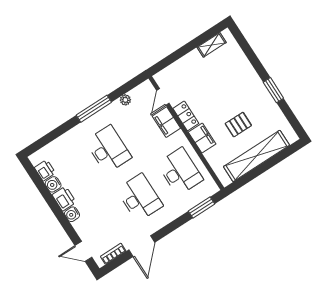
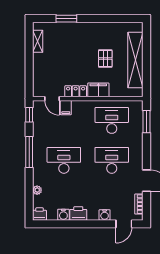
window: (132, 84) -> (29, 115), added
window: (273, 90) -> (66, 19), moved
plant: (125, 100) -> (37, 190), moved
filing cabinet: (166, 122) -> (66, 108), width x0.50
printer: (45, 170) -> (40, 214), moved
water cooler: (72, 214) -> (105, 215), moved

